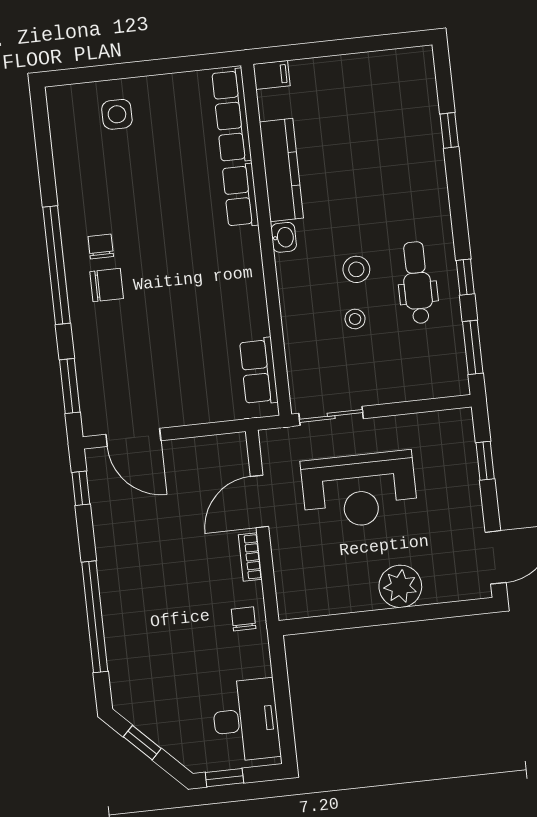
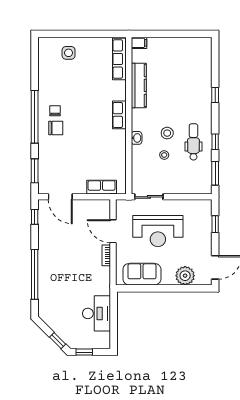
window: (449, 130) -> (215, 95), moved
row of seats: (240, 196) -> (119, 115), moved
washbasin: (284, 237) -> (137, 138), moved
row of seats: (259, 371) -> (102, 187), moved, turned 90
door: (260, 501) -> (113, 231), hinge flipped
plant: (400, 586) -> (185, 276), moved
sofa: (334, 590) -> (142, 274), added
chair: (244, 619) -> (100, 283), removed
desk: (246, 720) -> (97, 313), moved
window: (142, 743) -> (58, 341), moved

